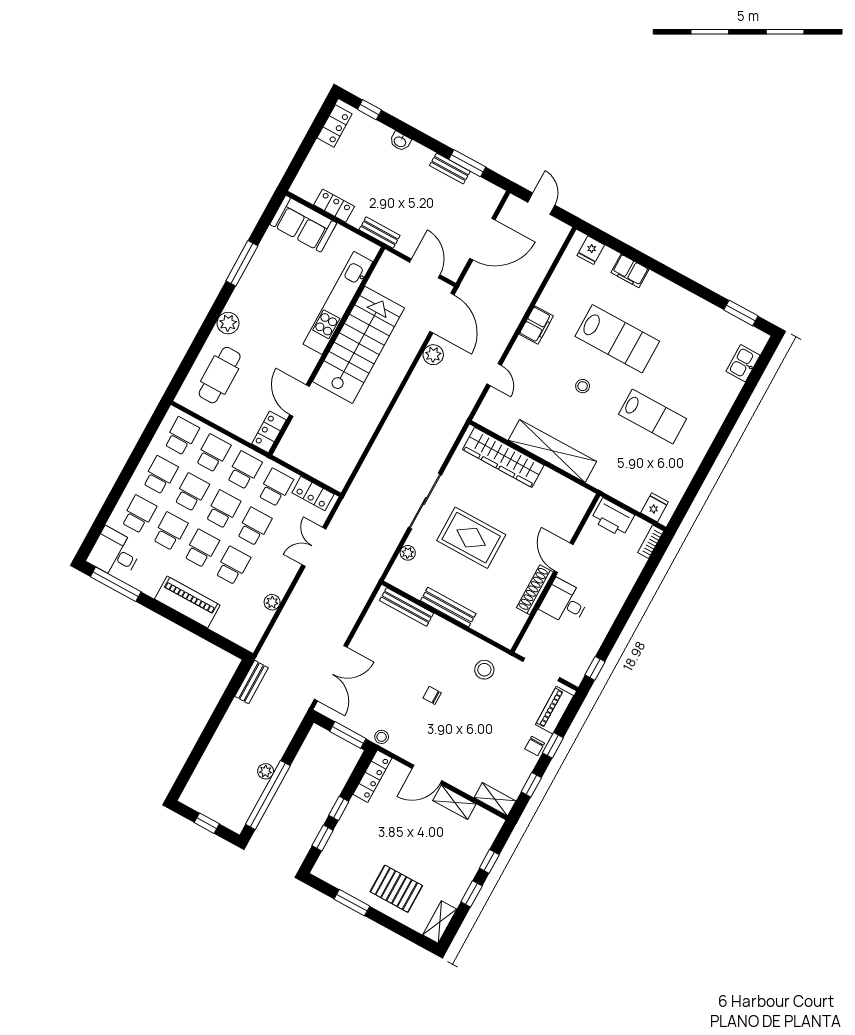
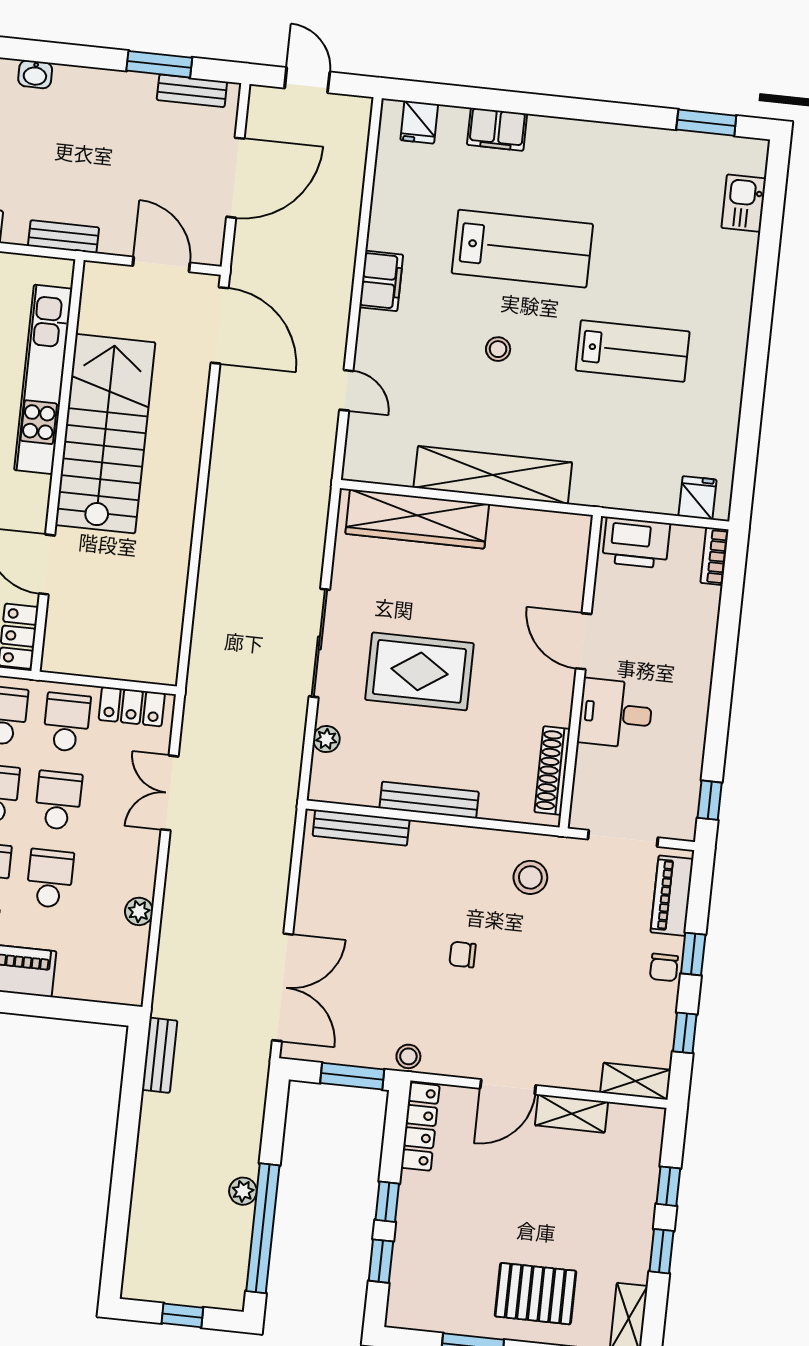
bench: (450, 168) -> (192, 91), moved
plant: (433, 355) -> (234, 399), removed
shoe rack: (535, 590) -> (552, 770), moved

